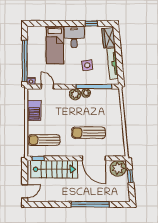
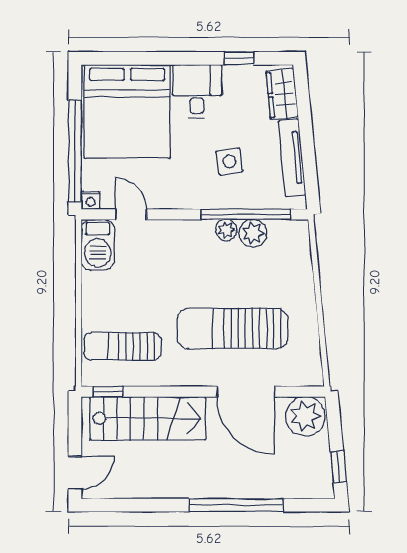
bed: (55, 45) -> (127, 111), width x2.04
plant: (75, 94) -> (253, 233), moved
barbecue: (34, 111) -> (98, 245), moved
sun lounger: (89, 133) -> (232, 328), width x1.36, depth x1.34
window: (130, 176) -> (338, 467), moved

